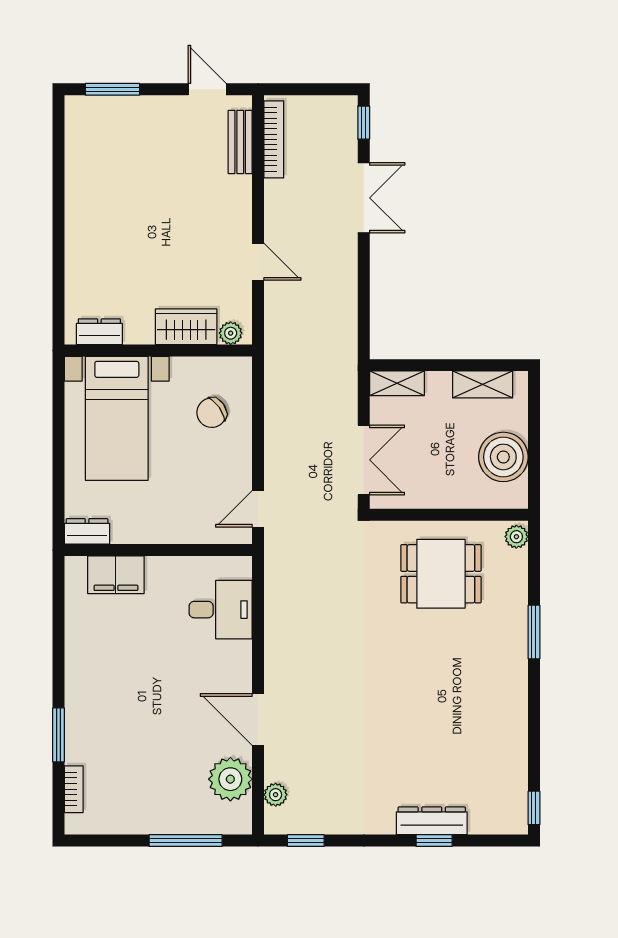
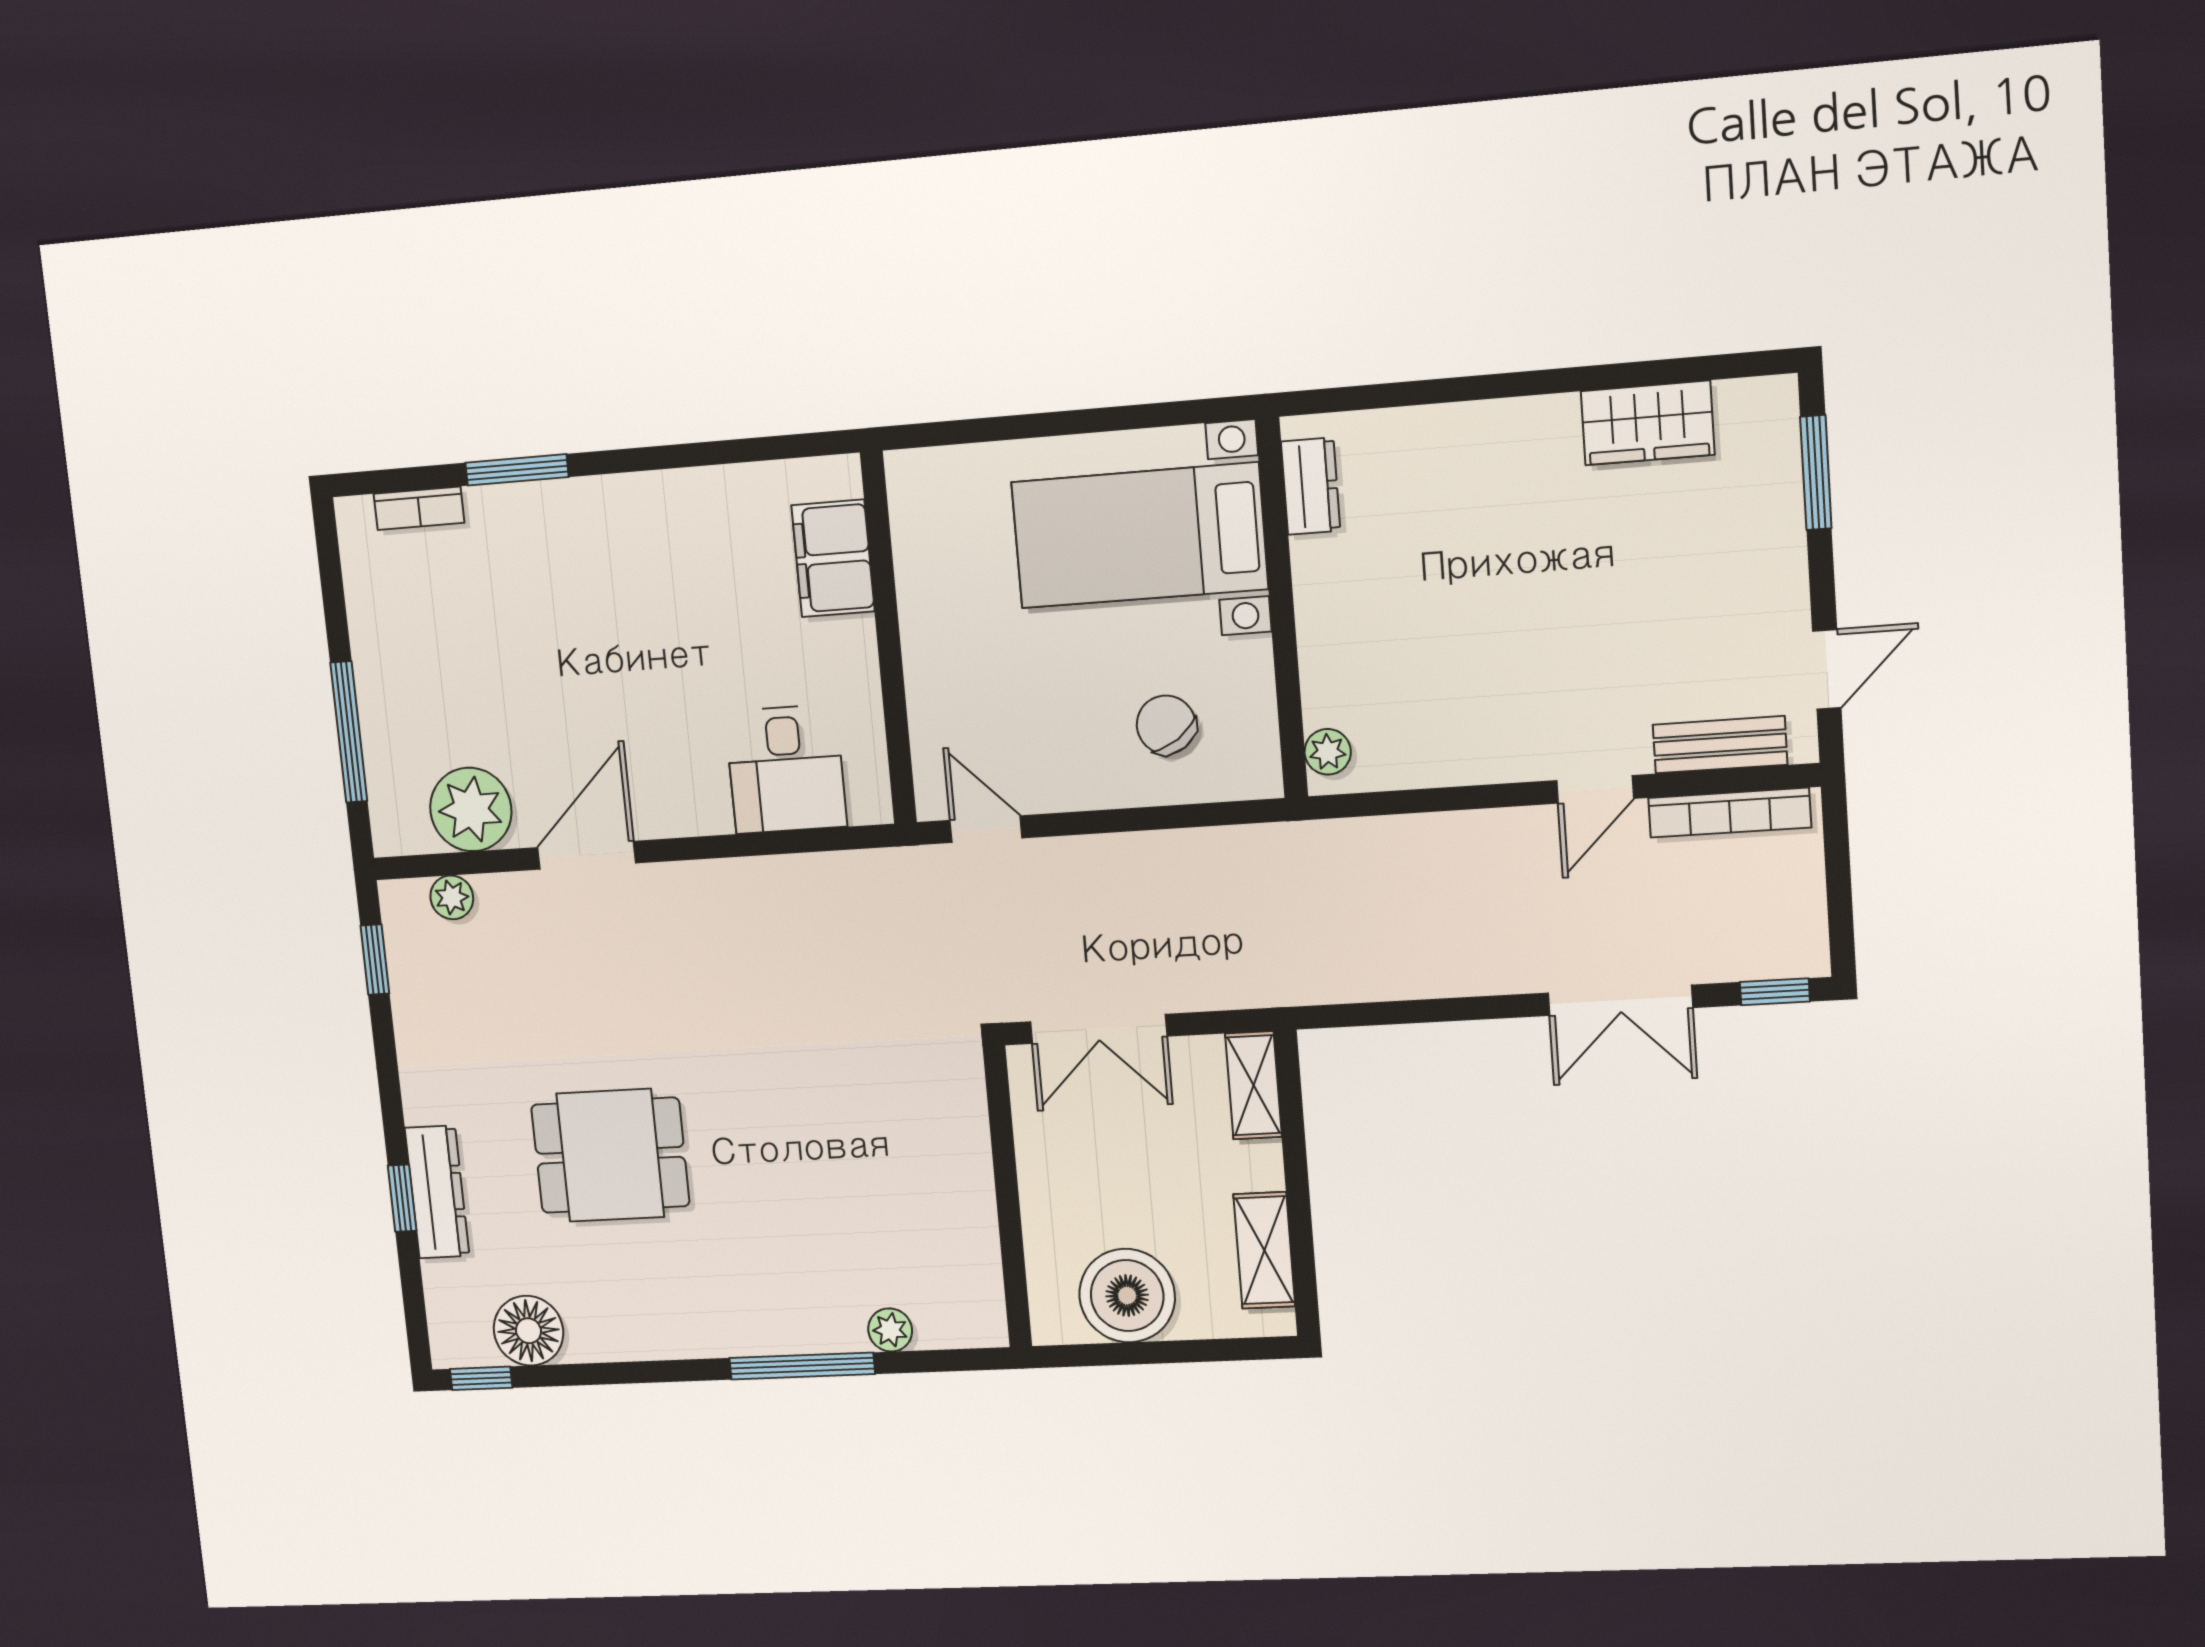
door: (258, 262) -> (1595, 789), moved
wardrobe: (186, 327) -> (1648, 423), moved, turned 90
dresser: (87, 531) -> (912, 494), removed
plant: (516, 537) -> (890, 1330), moved
dining table: (441, 574) -> (610, 1155), moved, turned 90
window: (534, 632) -> (802, 1366), width x1.44
floor lamp: (509, 779) -> (529, 1331), added

